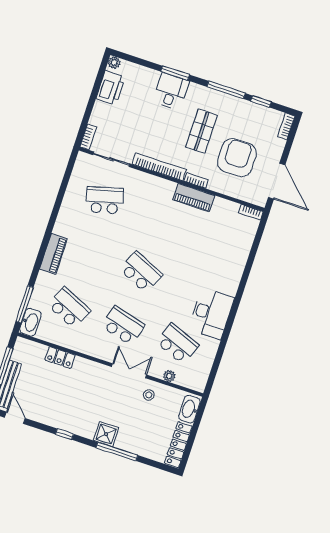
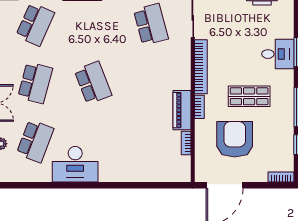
armchair: (237, 158) -> (235, 139), turned -90
bookcase: (251, 212) -> (186, 143), moved
school desk: (141, 272) -> (93, 83), turned -45

